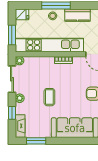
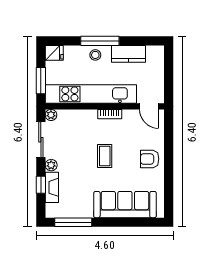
coffee table: (49, 97) -> (105, 156), moved
fireplace: (20, 126) -> (52, 187), moved
window: (36, 141) -> (73, 222), width x1.44

